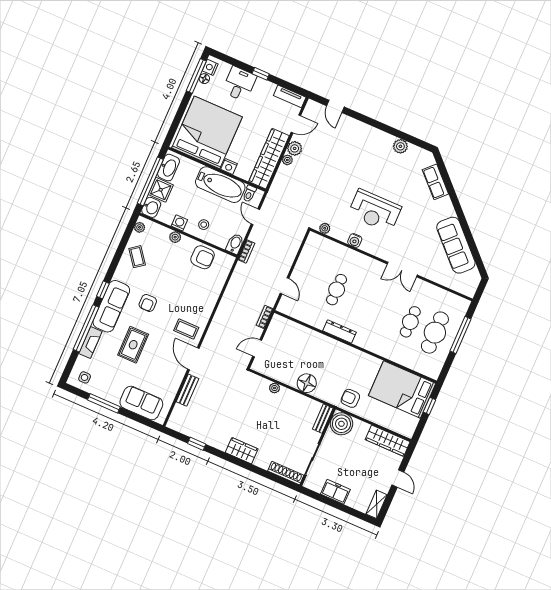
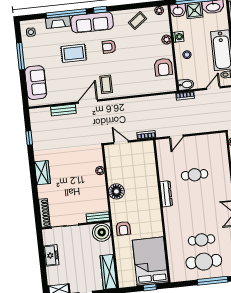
armchair: (350, 398) -> (123, 228), turned 180

